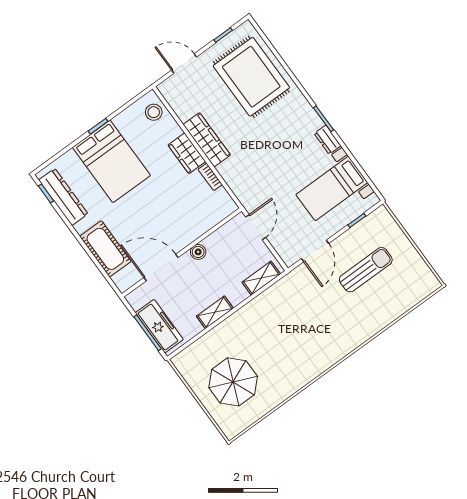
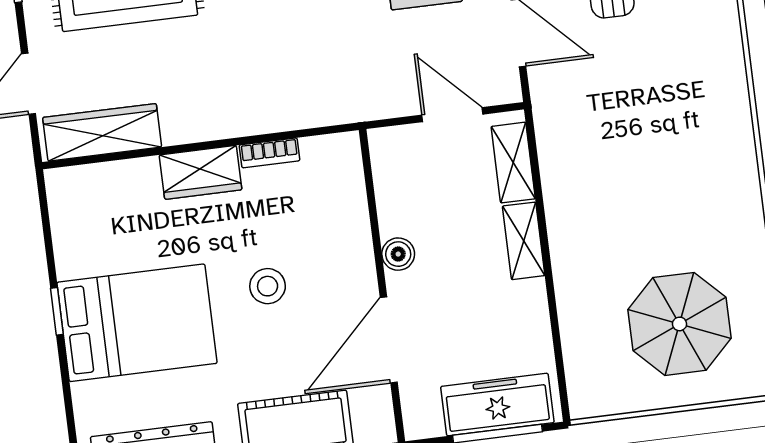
stool: (154, 112) -> (268, 286), moved
wardrobe: (207, 140) -> (102, 132), moved
door: (256, 227) -> (452, 115), moved
shelving: (215, 312) -> (524, 241), moved

